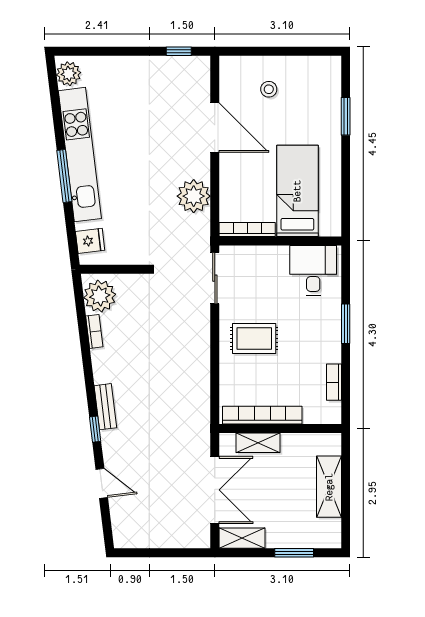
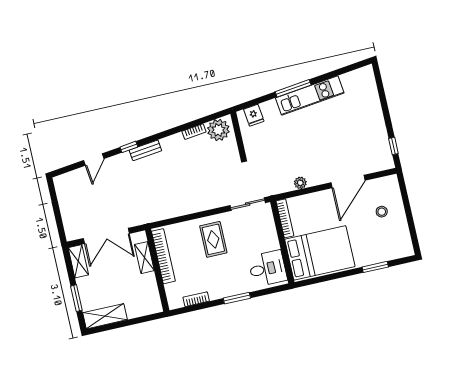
plant: (69, 74) -> (362, 76), removed
kitchen unit: (80, 155) -> (310, 95), width x0.73
bed: (297, 191) -> (320, 253), width x1.50
plant: (194, 196) -> (300, 183), width x0.53, depth x0.53
shelving: (329, 487) -> (105, 316), moved

